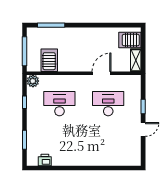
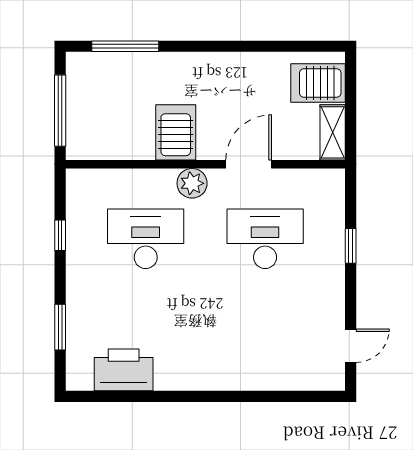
server rack: (49, 60) -> (176, 132), moved
plant: (33, 81) -> (192, 183), moved
door: (143, 129) -> (351, 346), moved
printer: (45, 160) -> (124, 370), width x1.87, depth x1.48

